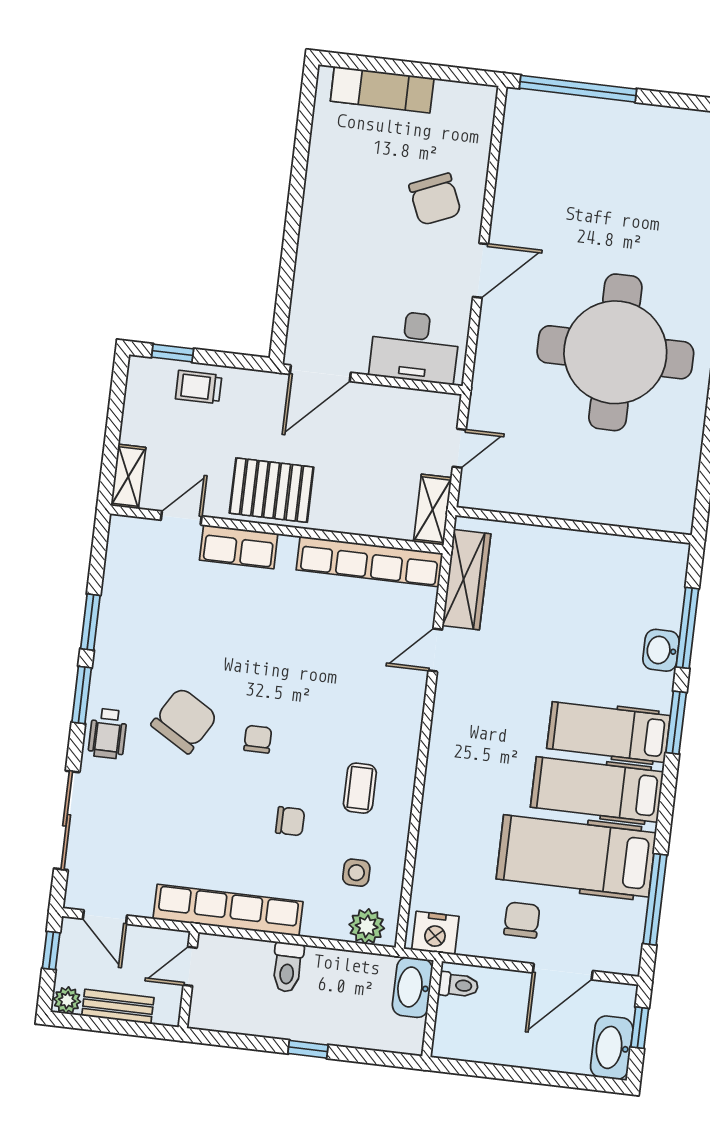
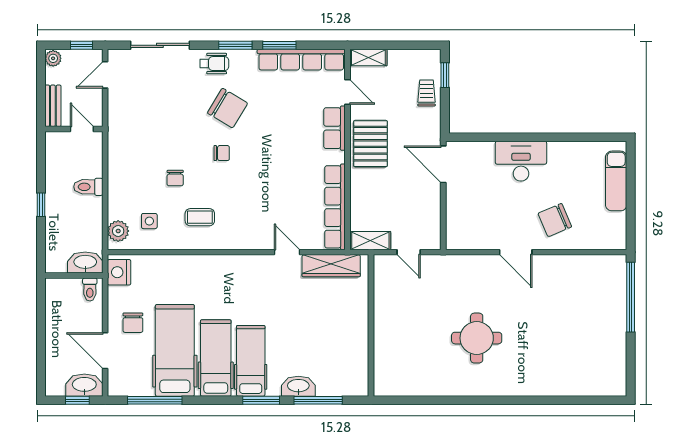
desk: (415, 347) -> (521, 161), moved, turned 90
round table: (615, 352) -> (477, 338), width x0.54, depth x0.54
washbasin: (661, 650) -> (298, 386), width x1.38
wheelchair: (108, 734) -> (214, 64), turned 180
row of seats: (228, 910) -> (301, 60), moved, turned 90
chair: (522, 920) -> (133, 323), turned 90
bench: (118, 1007) -> (53, 106), moved
washbasin: (612, 1048) -> (84, 385), moved

